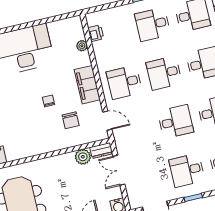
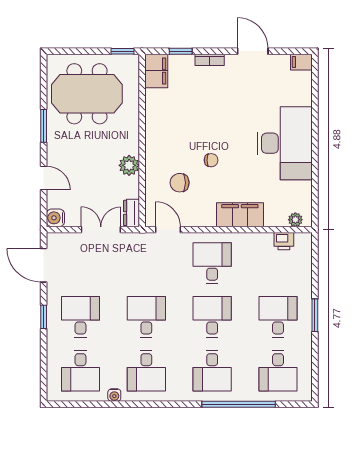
plant: (82, 46) -> (295, 220), moved
filing cabinet: (87, 85) -> (240, 215), moved
door: (107, 121) -> (168, 230), swing flipped
desk: (175, 122) -> (146, 317), turned 180
plant: (83, 157) -> (129, 165), moved

